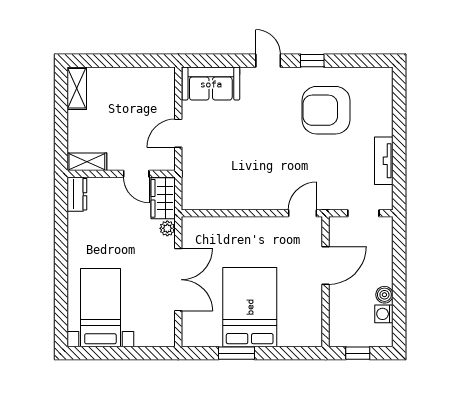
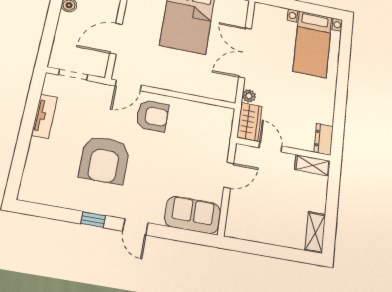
armchair: (326, 110) -> (104, 160), moved, turned 90
armchair: (271, 184) -> (152, 116), added

